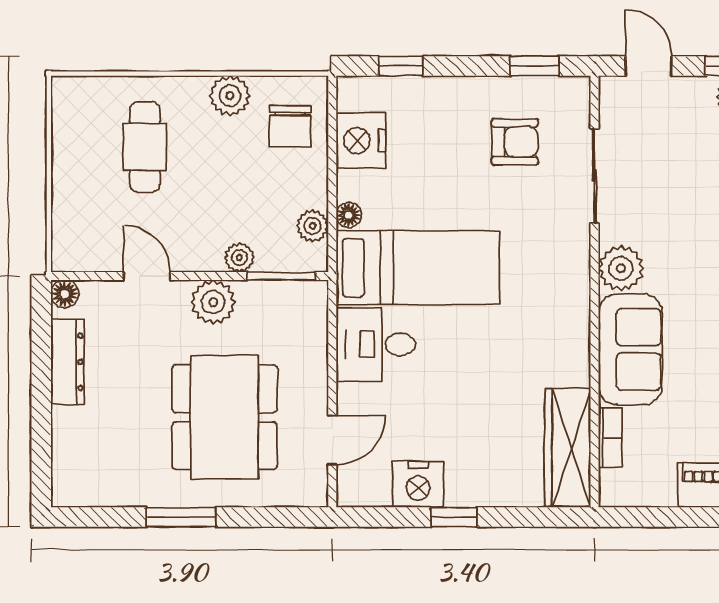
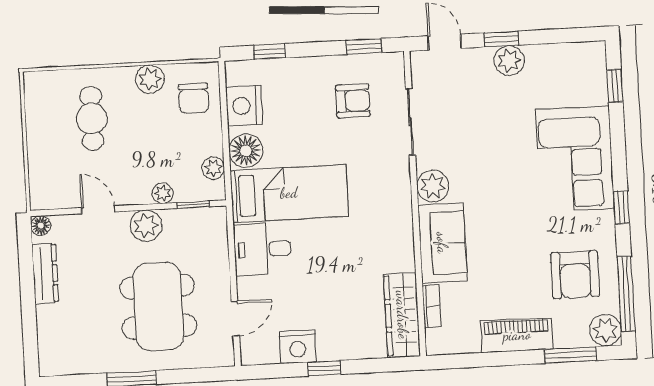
floor lamp: (349, 215) -> (246, 151), width x1.89, depth x1.89
window: (281, 276) -> (193, 205), width x0.67

